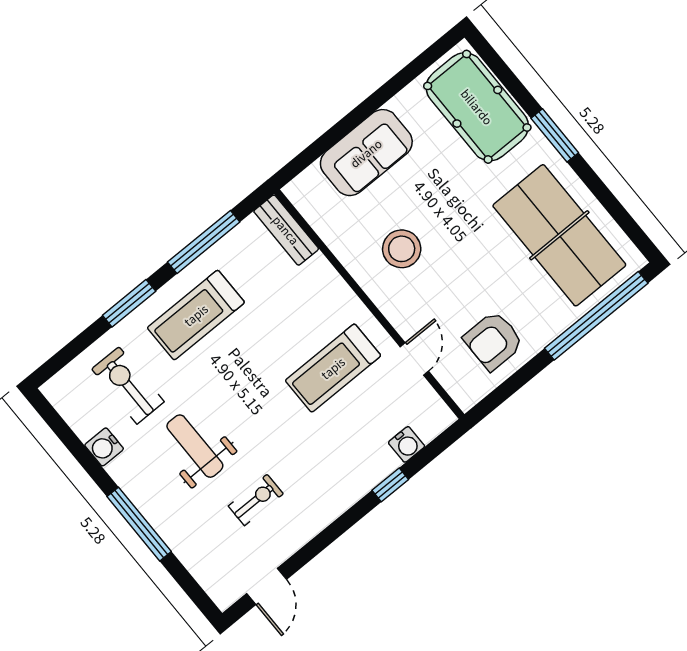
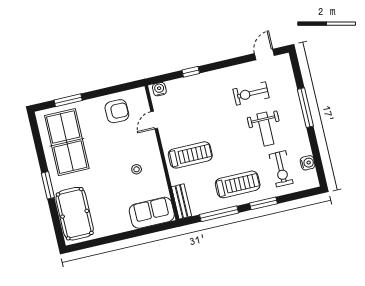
sofa: (366, 153) -> (152, 213), moved
stool: (402, 249) -> (137, 169), width x0.53, depth x0.53
window: (596, 316) -> (68, 100), width x0.47
treadmill: (333, 368) -> (190, 155), moved
water cooler: (407, 444) -> (159, 89), moved
water cooler: (104, 447) -> (308, 163), moved
exercise bike: (256, 500) -> (251, 93), width x1.38, depth x1.39

